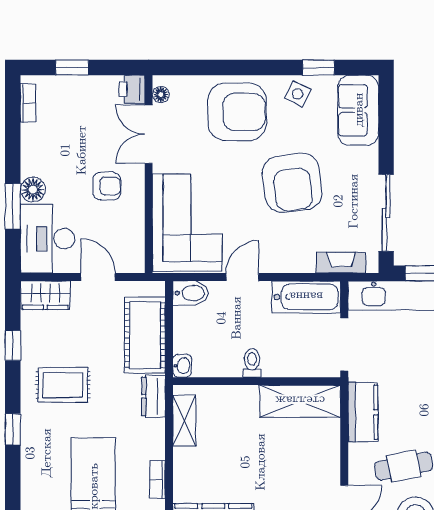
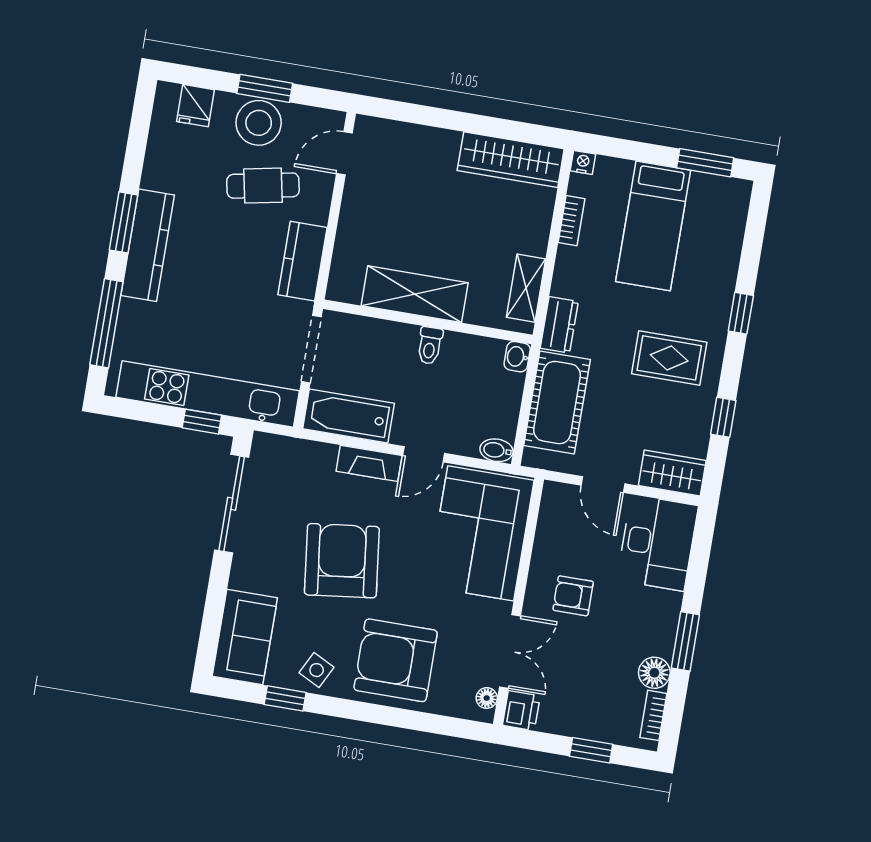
floor lamp: (33, 190) -> (654, 673), moved
window: (13, 206) -> (685, 641), moved
fireplace: (341, 263) -> (369, 463), moved
bidet: (191, 293) -> (496, 450), width x0.72, depth x0.74
shelving: (300, 401) -> (415, 294), moved

